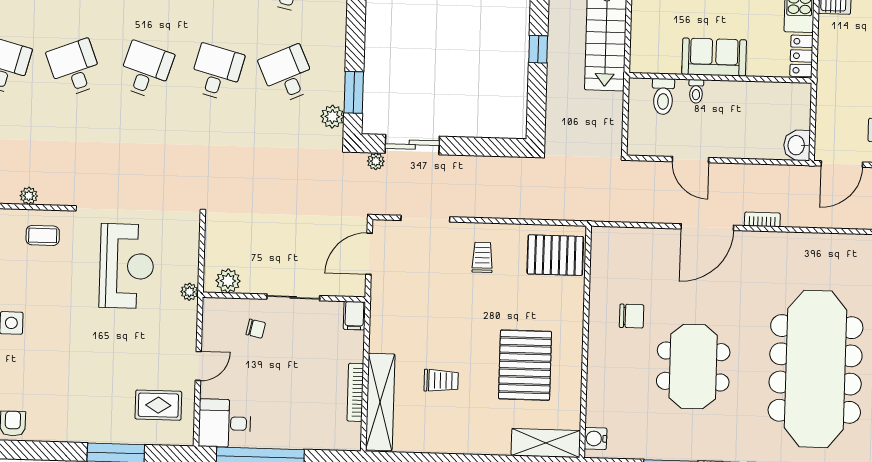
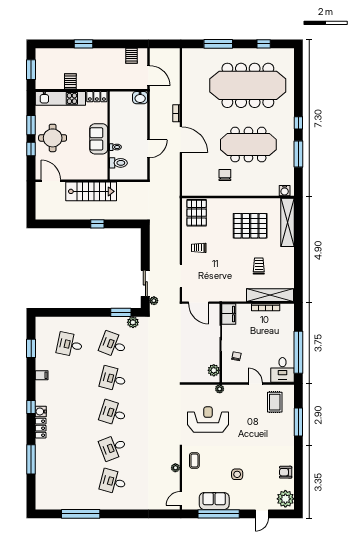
desk: (287, 74) -> (113, 345), turned 45
filing cabinet: (354, 316) -> (229, 314), width x2.00
meeting table: (693, 367) -> (248, 145), width x1.36
shelving: (546, 443) -> (287, 222), width x1.47

